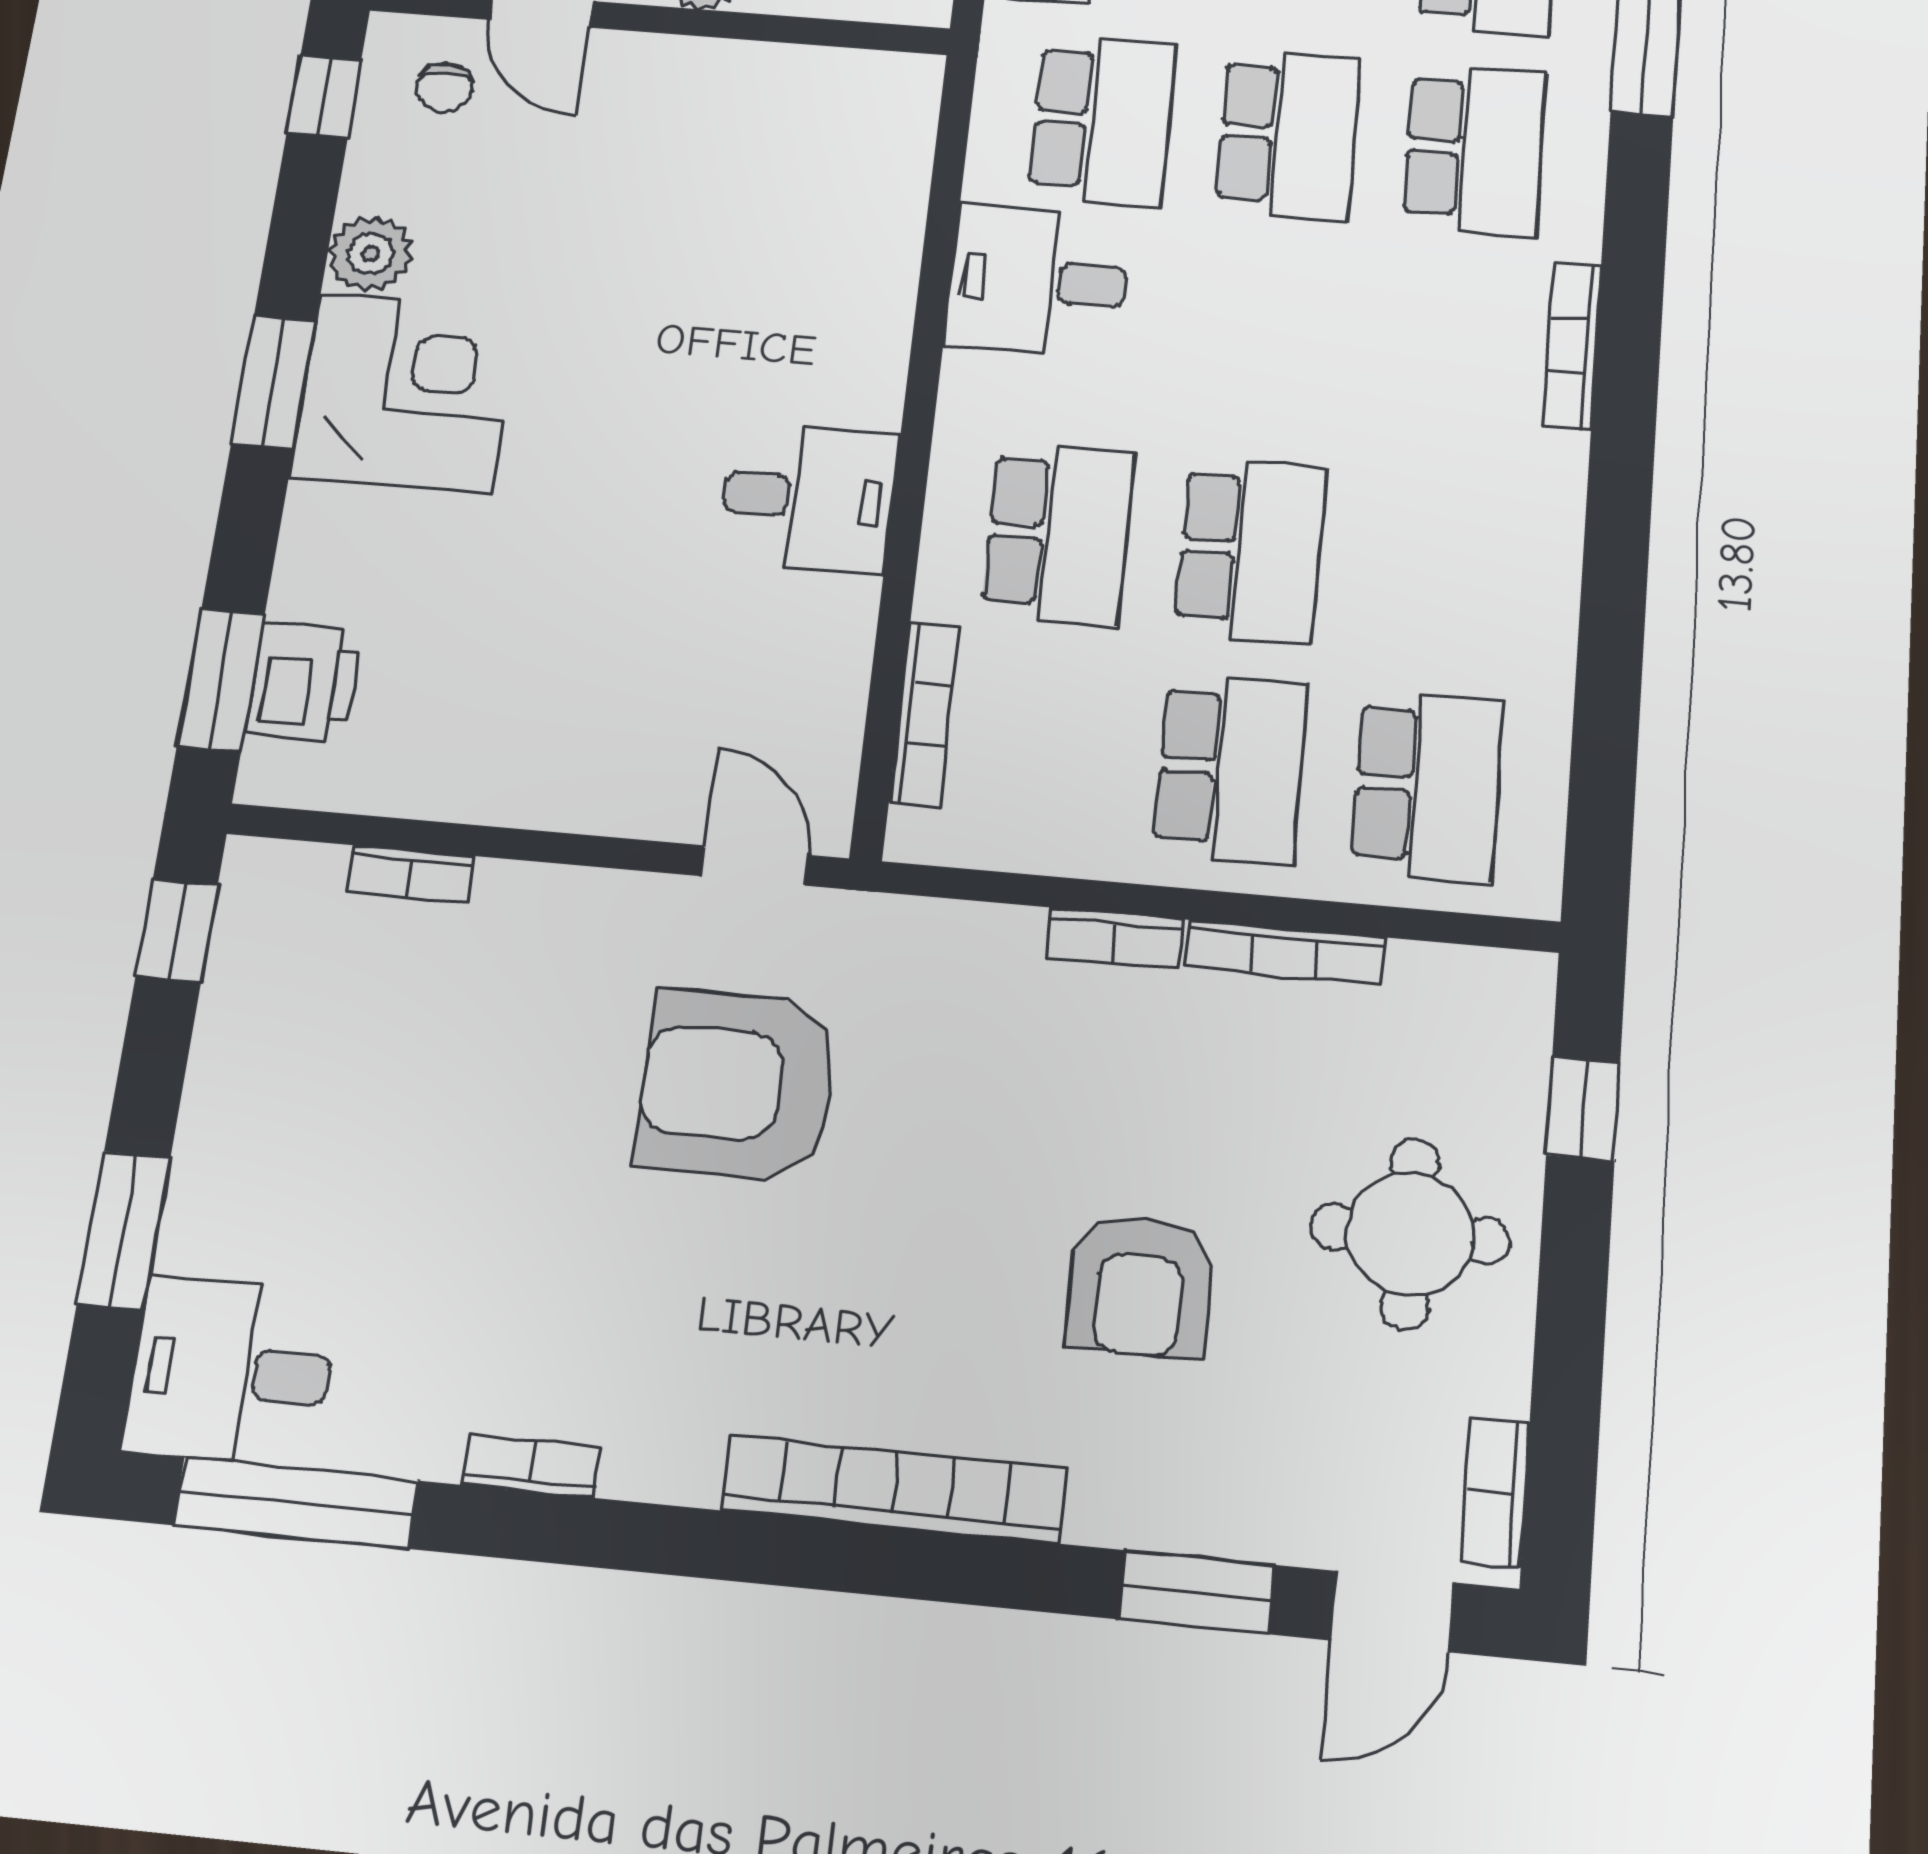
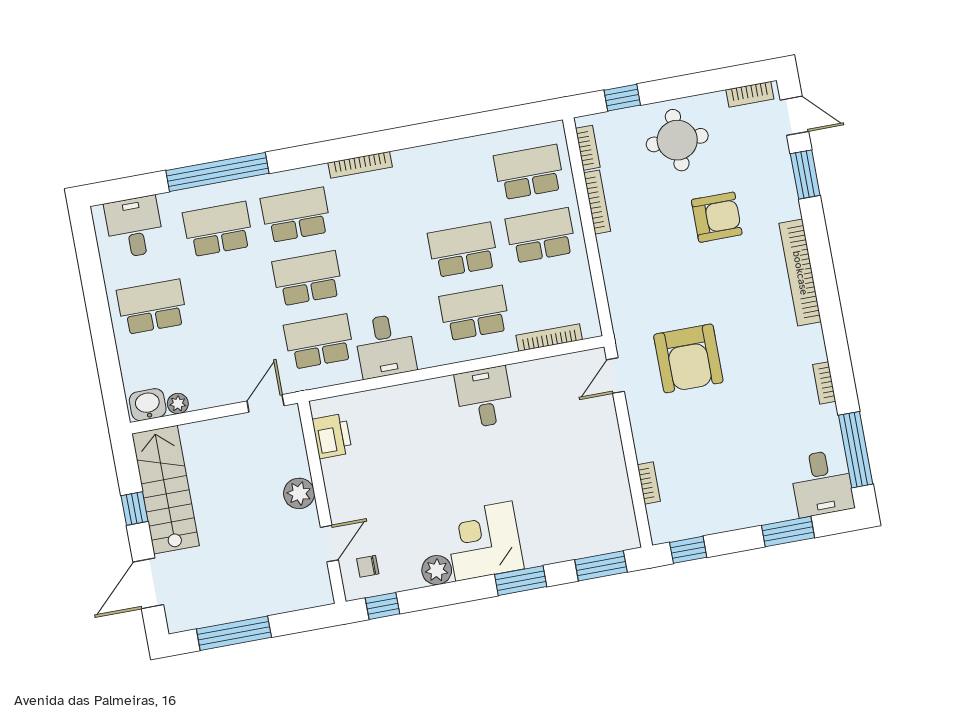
chair: (445, 88) -> (368, 566), turned 180
window: (274, 382) -> (521, 581), moved
printer: (304, 682) -> (332, 436), moved, turned 90
bookcase: (1115, 938) -> (588, 148), moved

